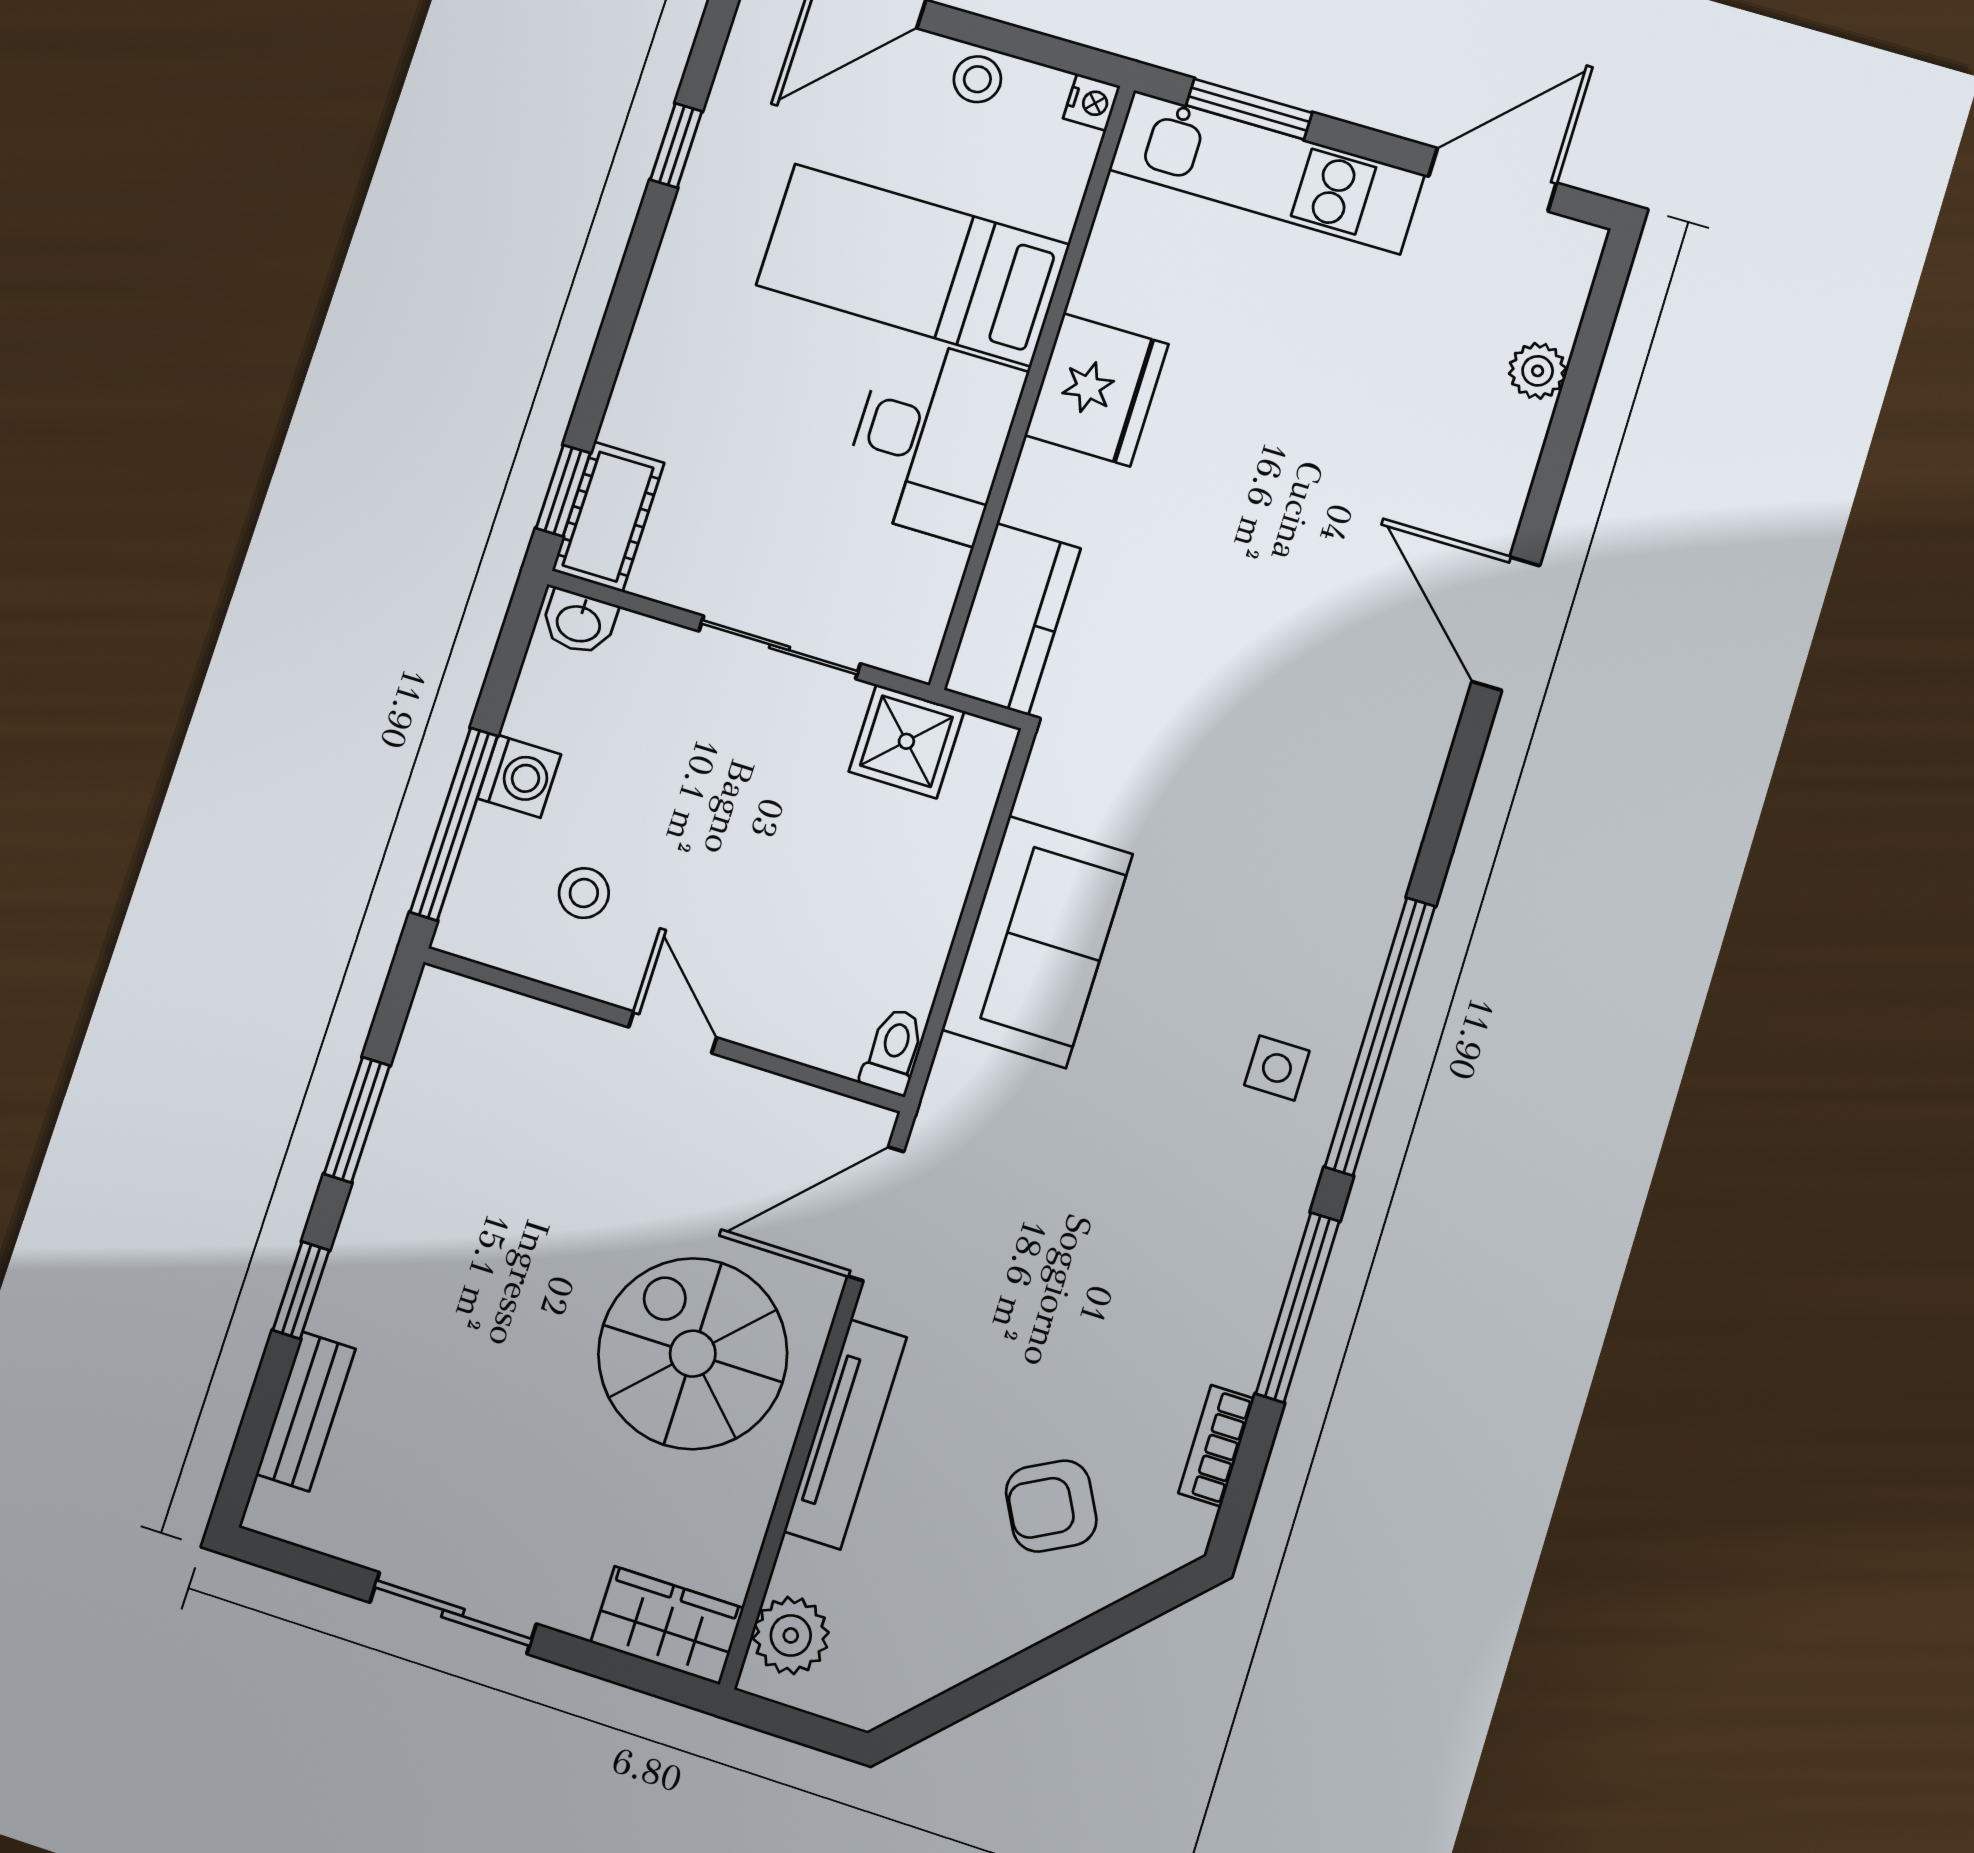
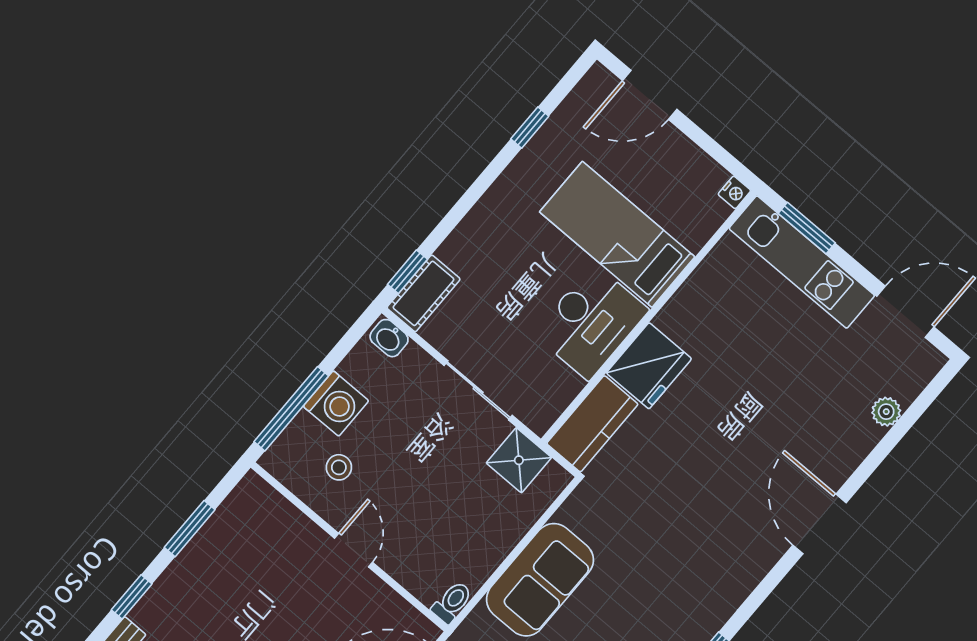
stool: (977, 79) -> (686, 158), removed
fridge: (1097, 390) -> (649, 366), moved
washing machine: (519, 776) -> (336, 403), width x1.38, depth x1.38

